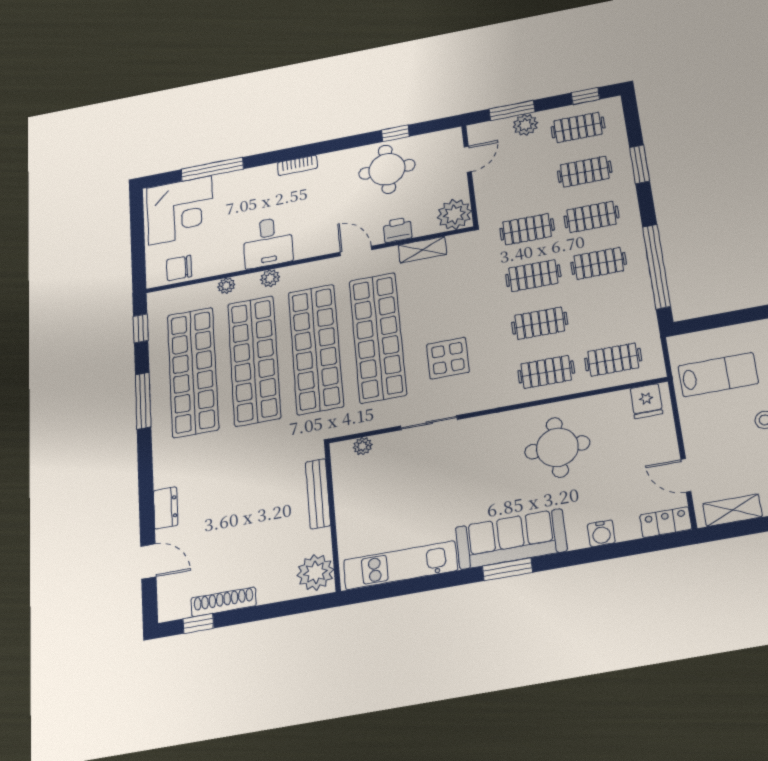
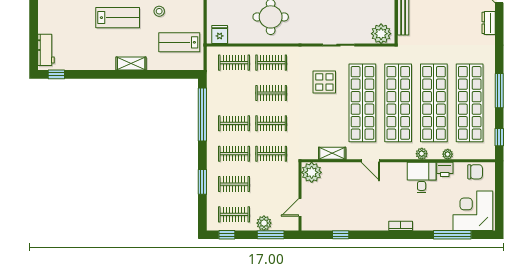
round table: (387, 169) -> (348, 211), removed
printer: (398, 230) -> (445, 169), moved
plant: (363, 446) -> (381, 34), width x1.88, depth x1.88

